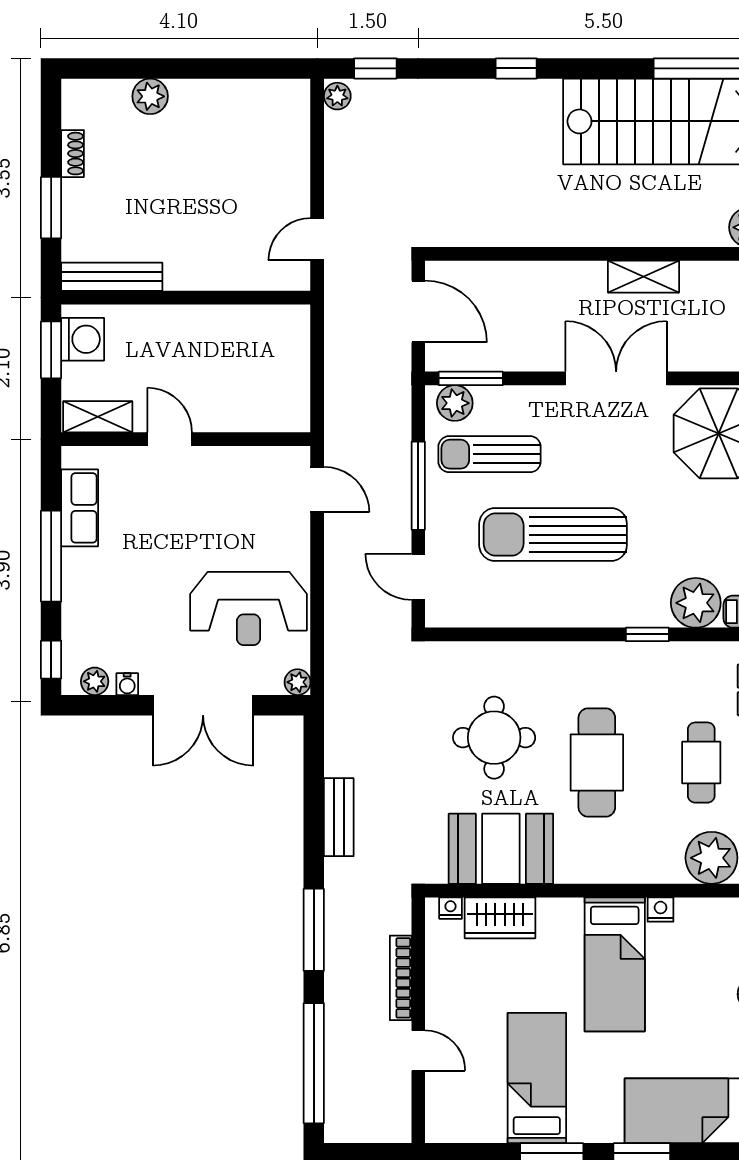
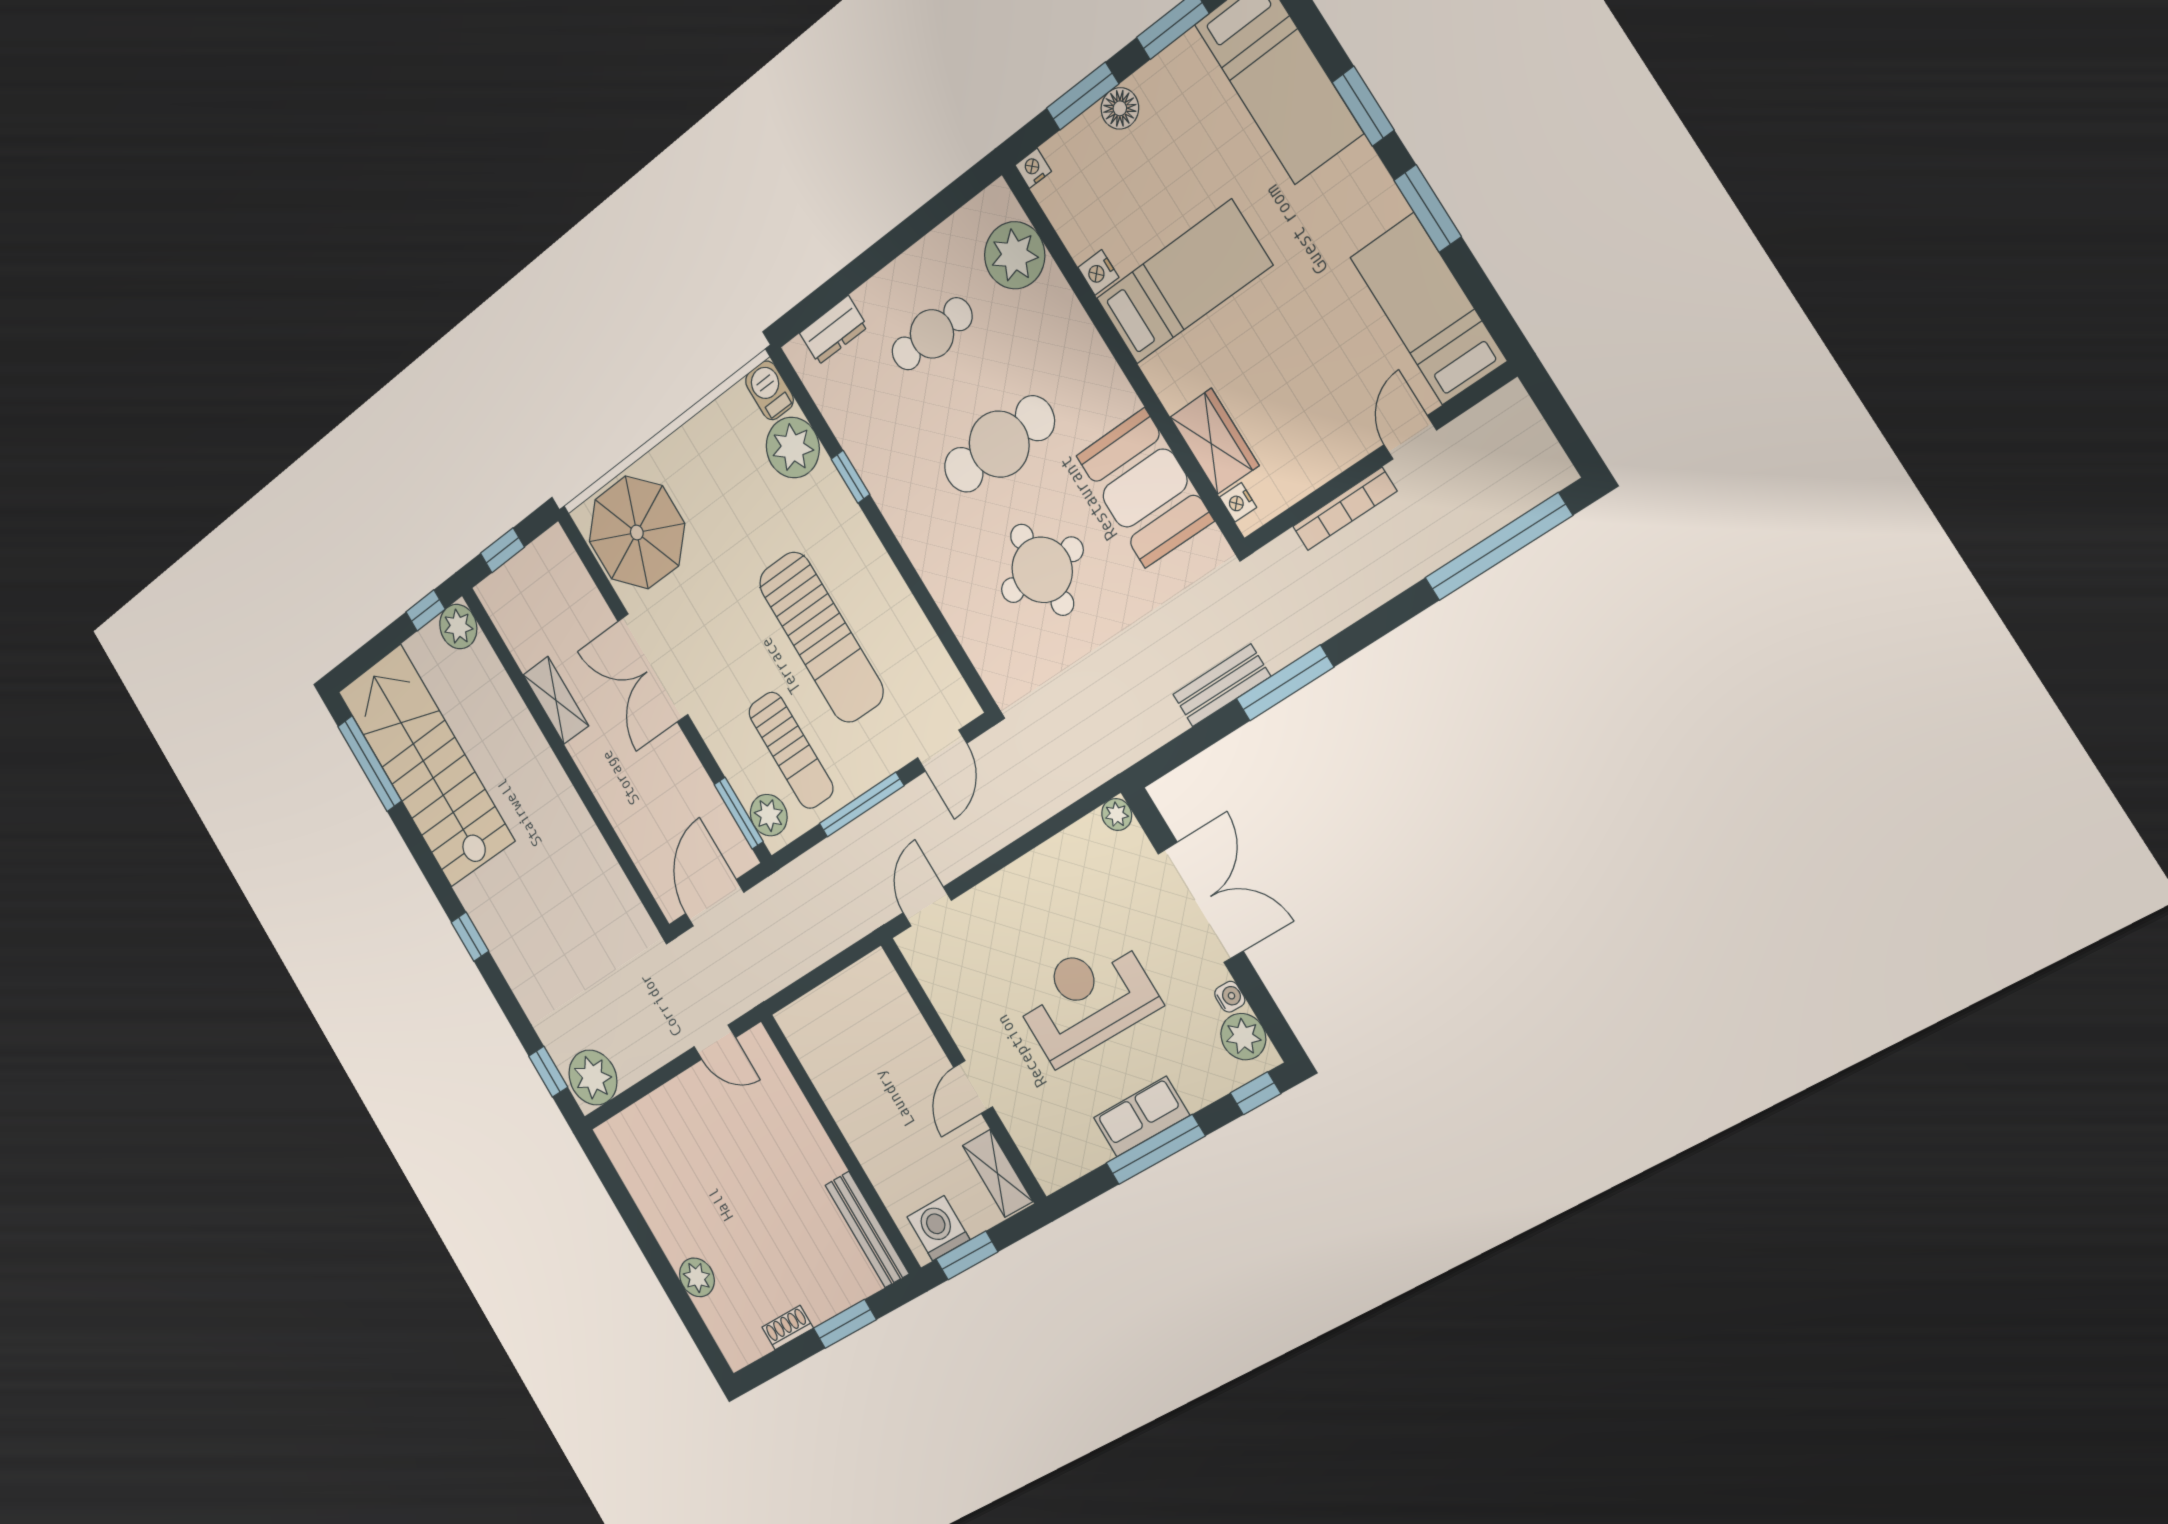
plant: (337, 96) -> (593, 1078), width x1.87, depth x1.87
row of seats: (80, 508) -> (1142, 1117), moved
reception desk: (249, 608) -> (1086, 999), moved, turned -90
plant: (95, 681) -> (1243, 1037), width x1.38, depth x1.38
window: (314, 930) -> (1285, 683), moved
bed: (537, 1078) -> (1428, 309), moved, turned 90

